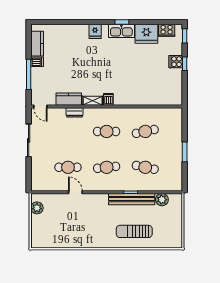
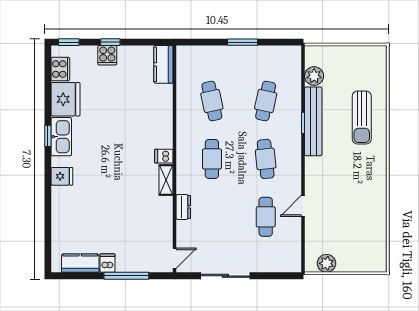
kitchen counter: (69, 99) -> (163, 64), moved

